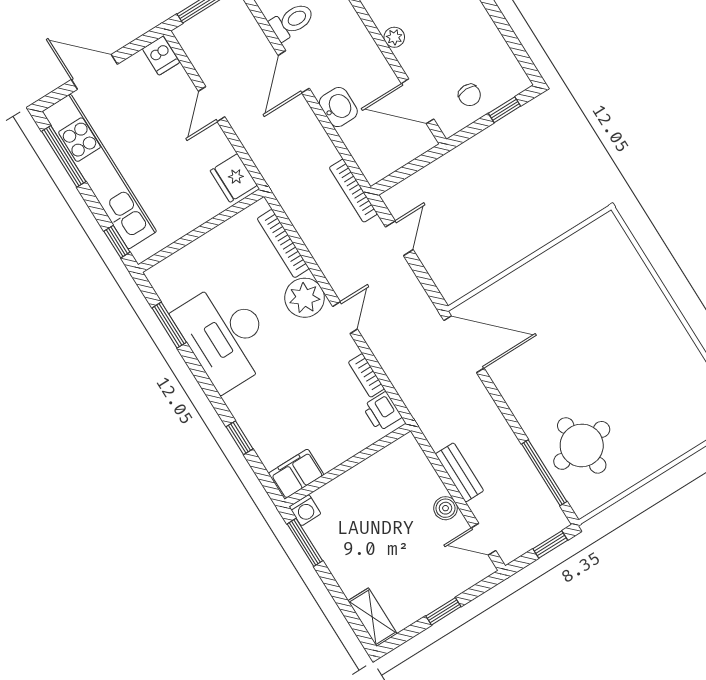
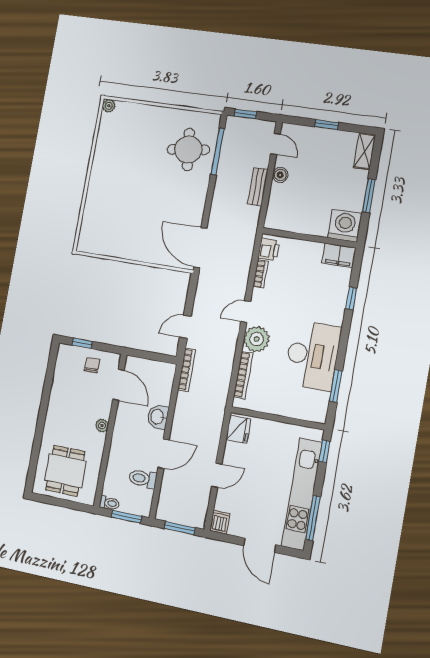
washing machine: (305, 510) -> (345, 226), width x1.89, depth x1.89
window: (305, 542) -> (369, 196), moved

